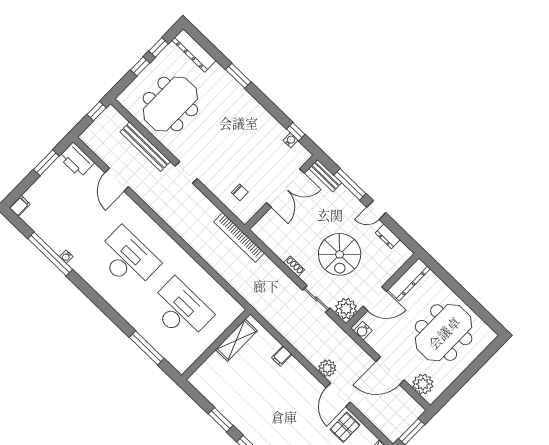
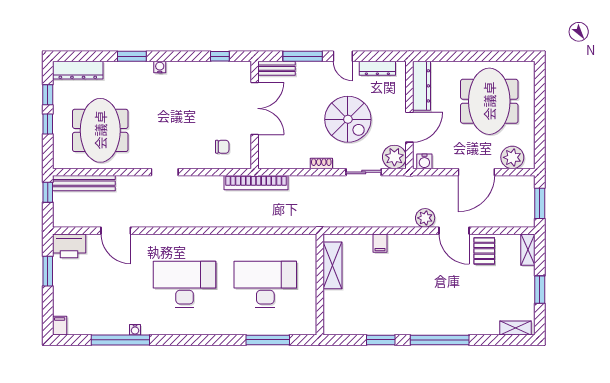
water cooler: (290, 140) -> (160, 67), moved
bench: (145, 147) -> (84, 183), moved
door: (376, 210) -> (343, 56), hinge flipped
dresser: (388, 236) -> (377, 68), width x1.44

